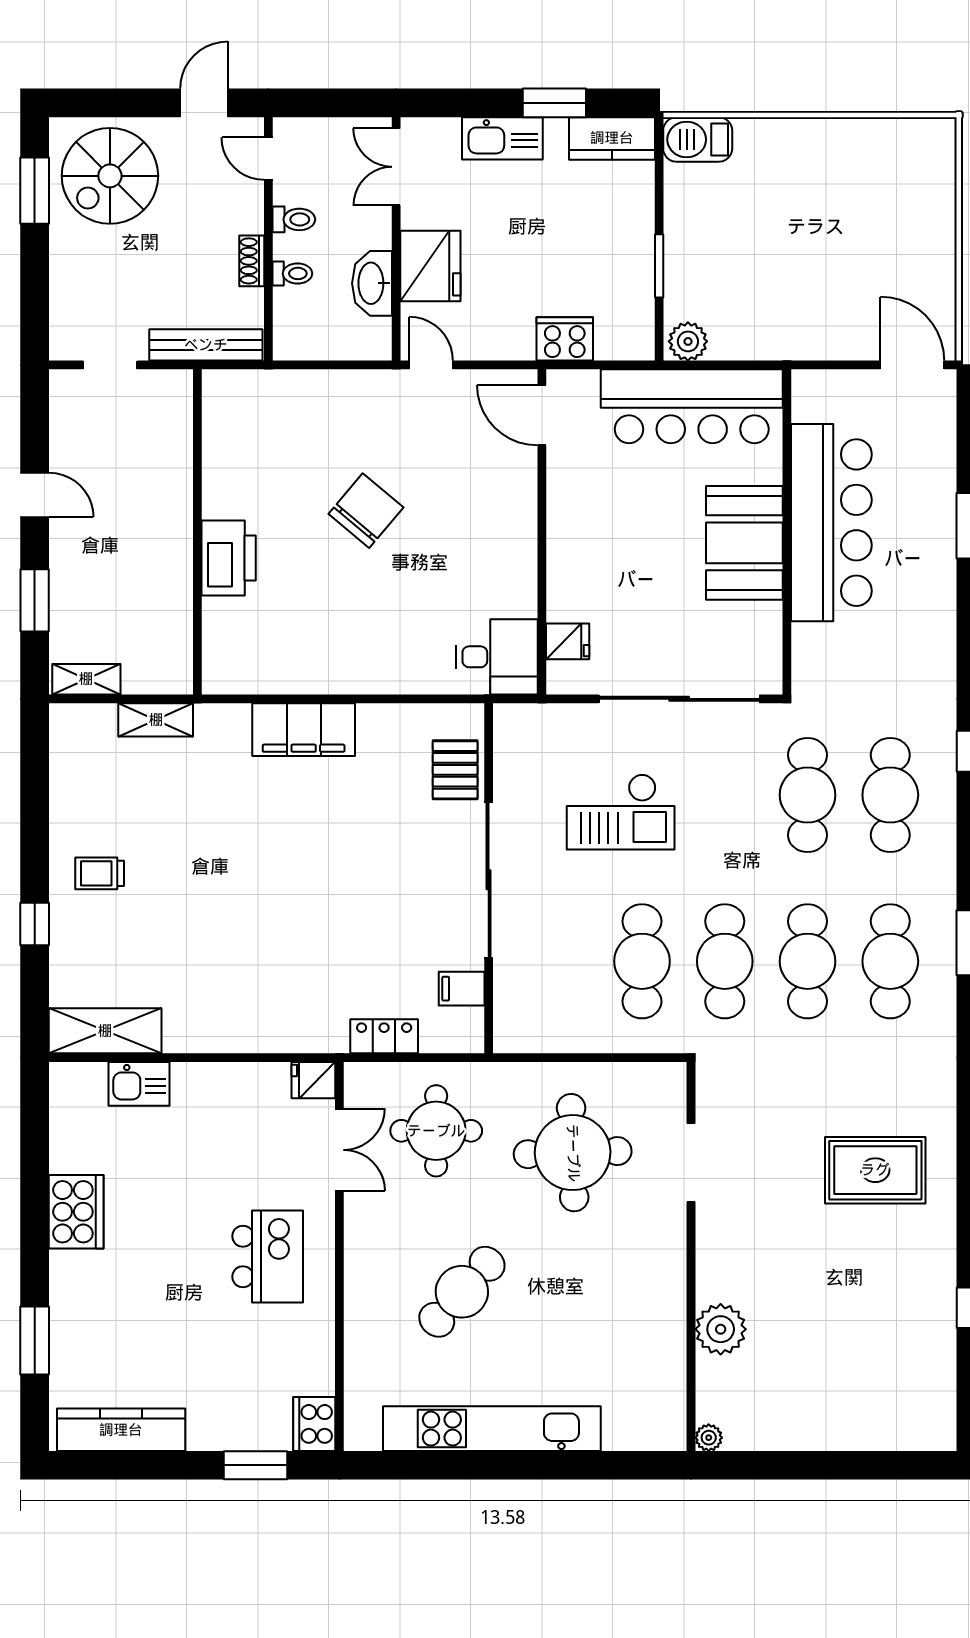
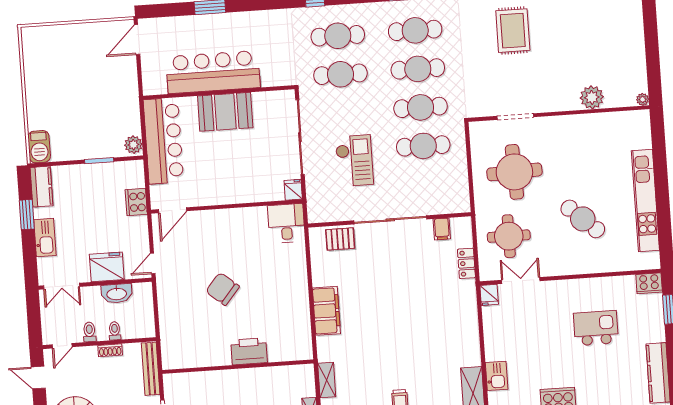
fridge: (568, 641) -> (293, 190), moved
kitchen island: (268, 1256) -> (596, 328), moved

